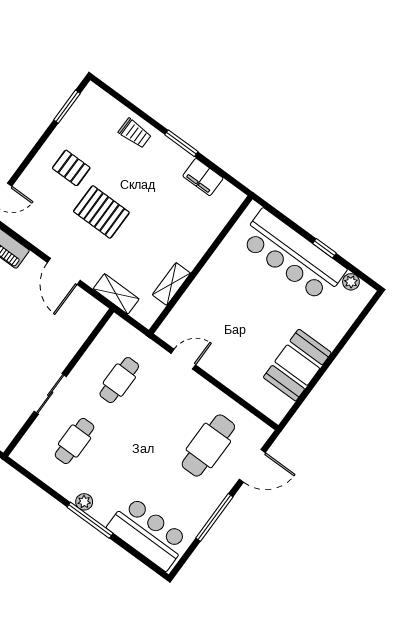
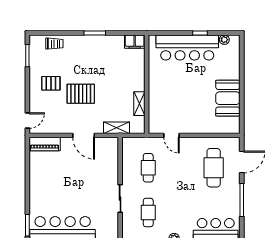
trolley: (135, 133) -> (54, 44), moved
filing cabinet: (203, 177) -> (135, 42), moved
door: (183, 359) -> (171, 135), swing flipped

